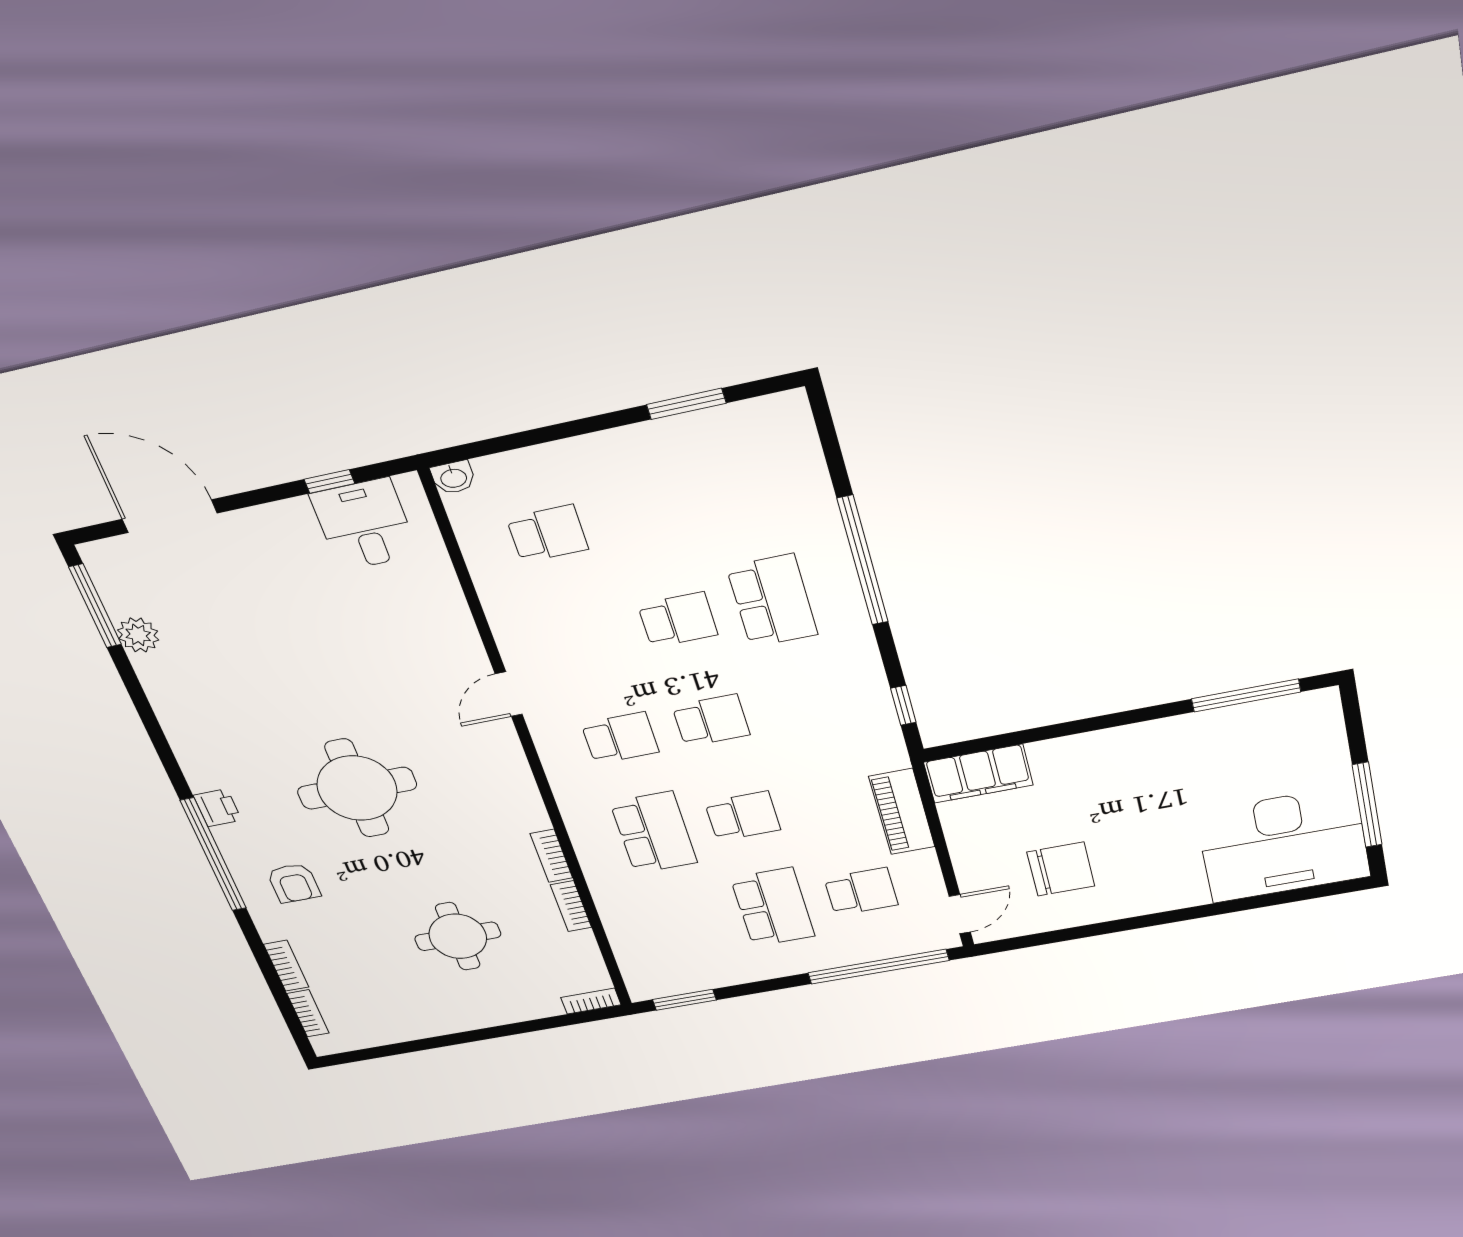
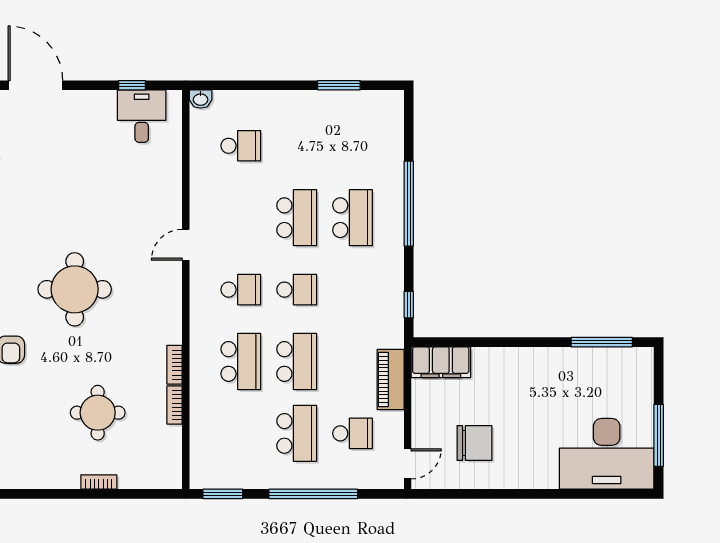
school desk: (678, 620) -> (297, 218), width x1.85
school desk: (743, 816) -> (297, 361), width x1.85
window: (878, 967) -> (313, 494), moved
bookcase: (591, 1001) -> (99, 482), moved

